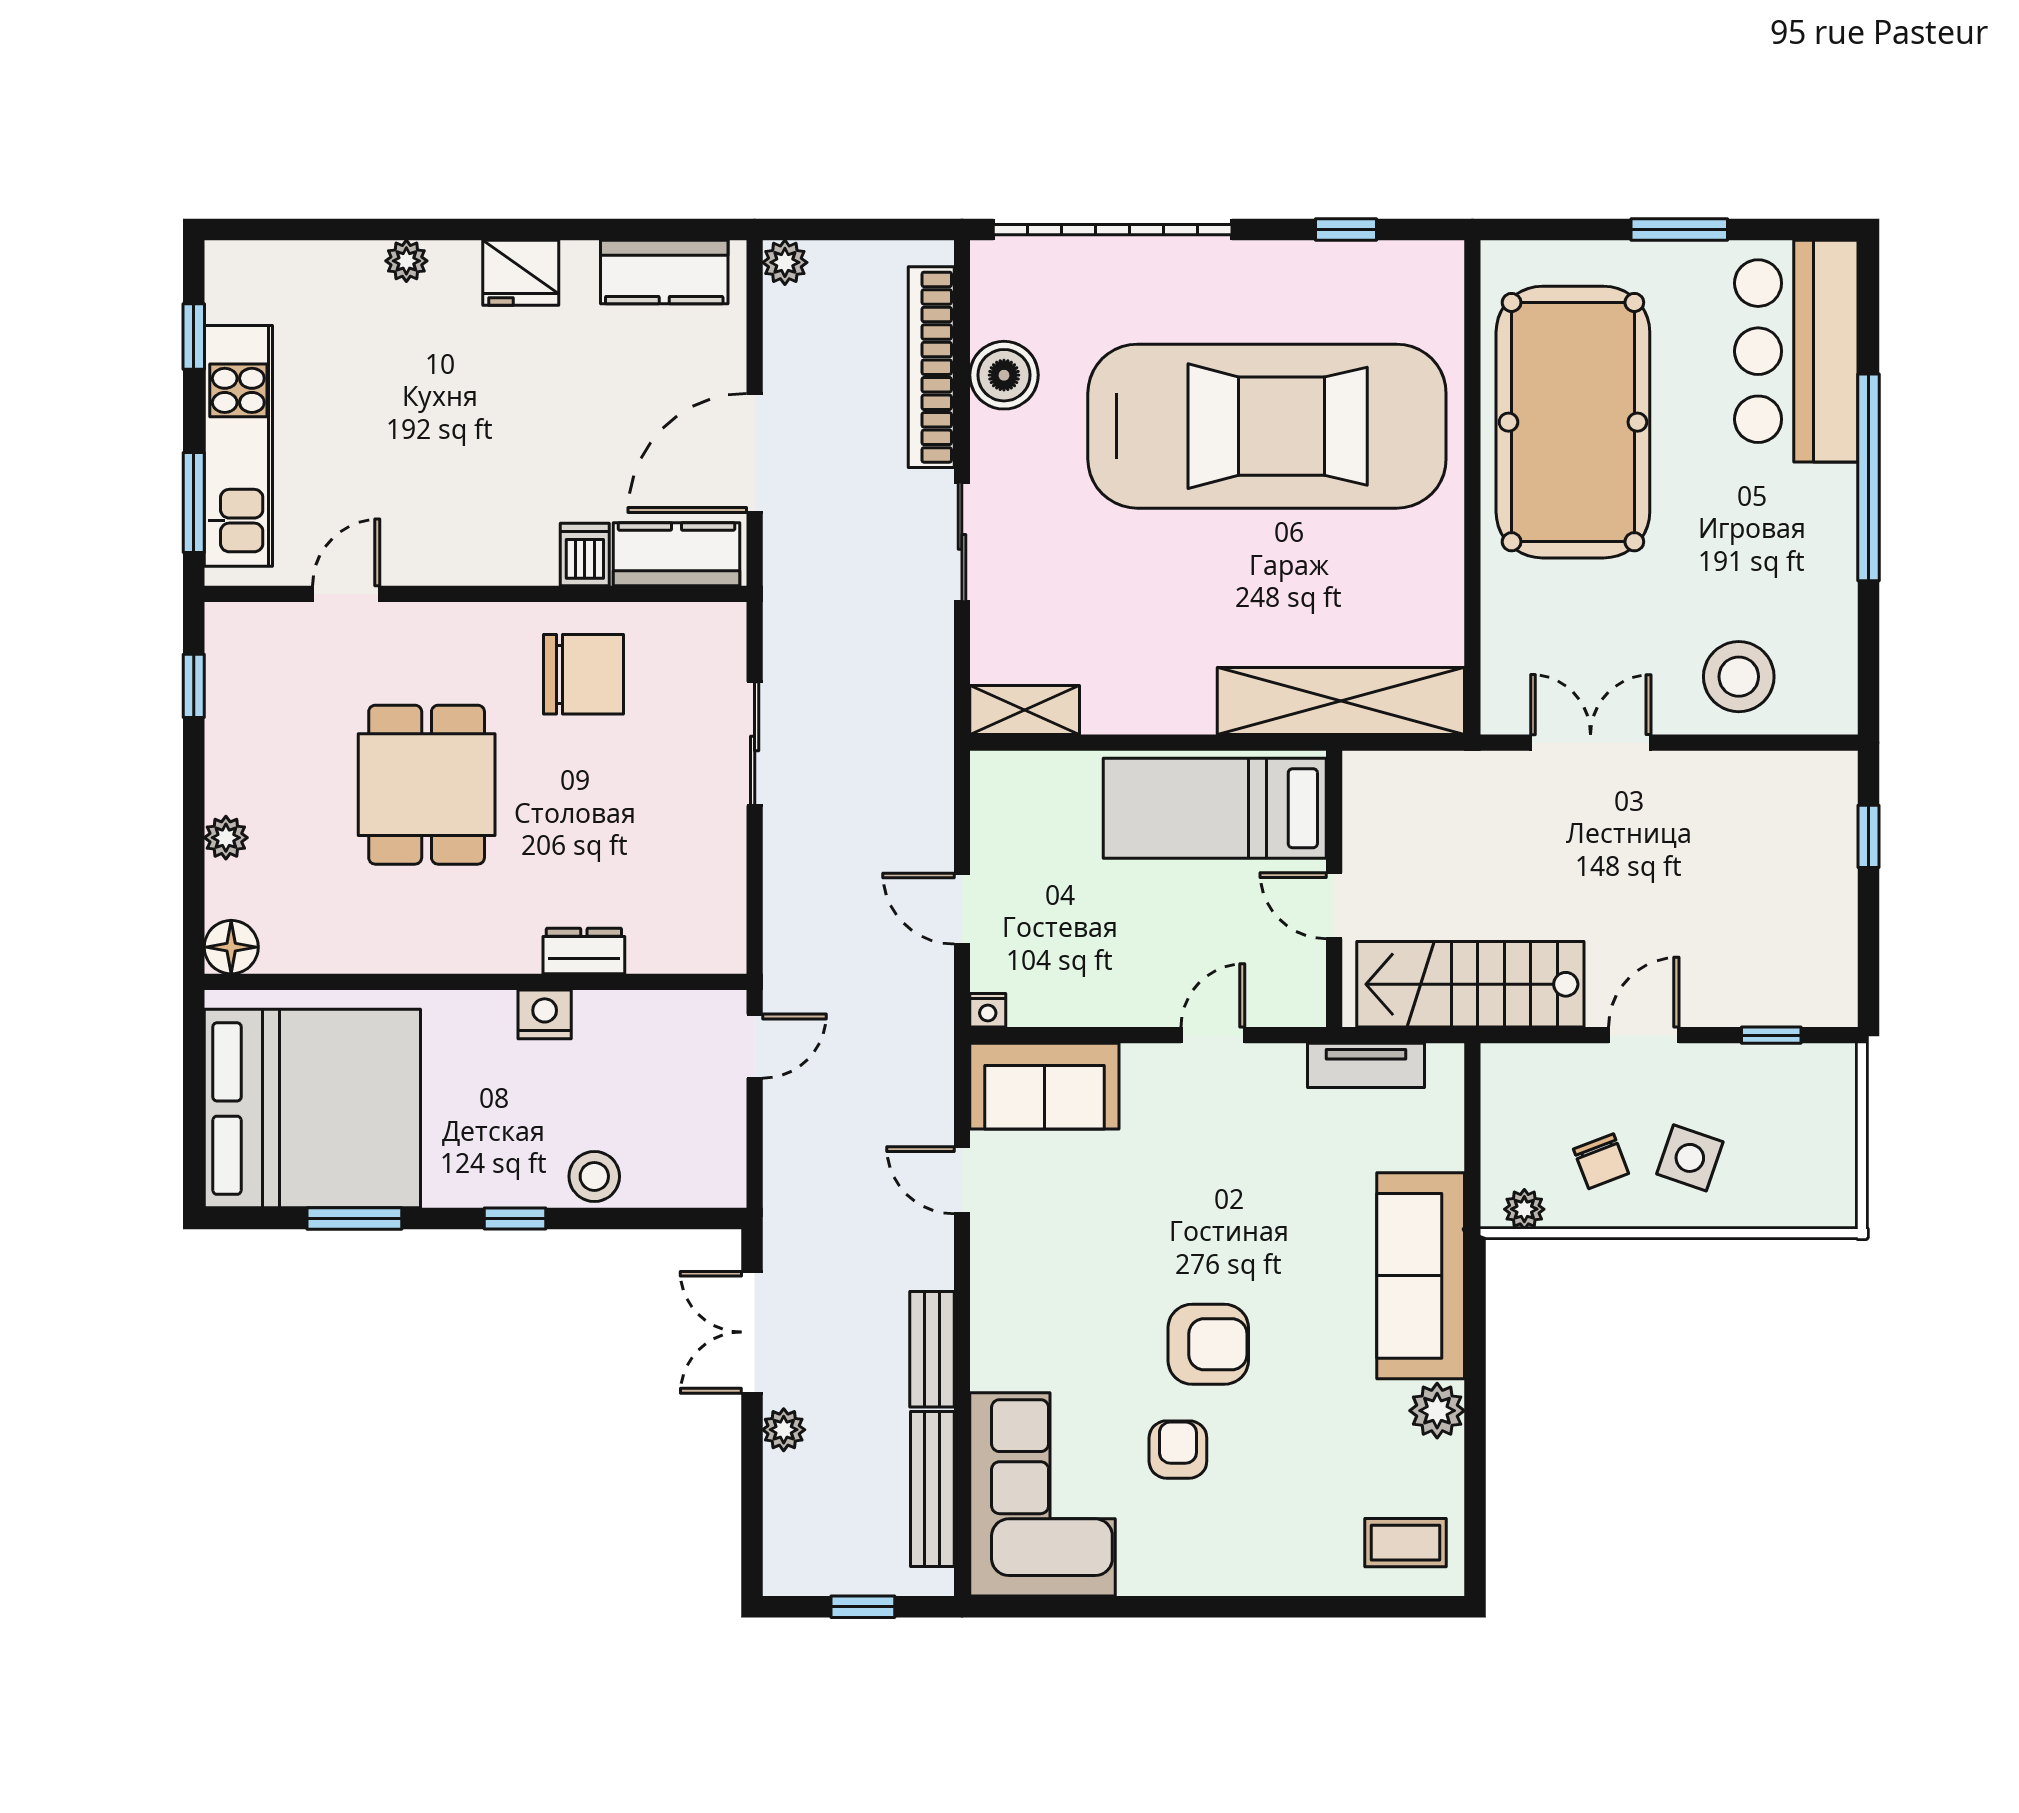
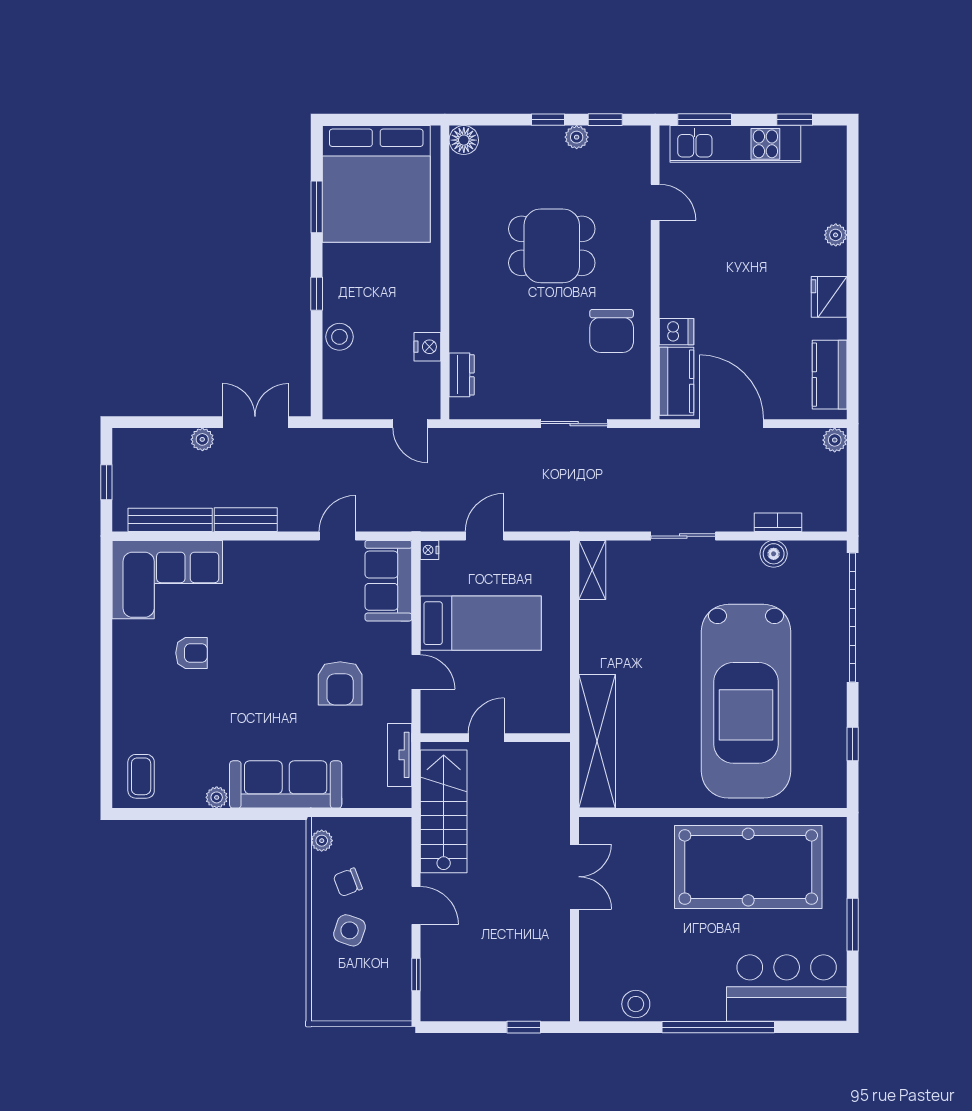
bookcase: (931, 367) -> (778, 522), width x0.43, depth x0.76
boiler: (1004, 375) -> (774, 554), width x0.73, depth x0.73
stool: (1739, 677) -> (636, 1004), moved, width x0.73, depth x0.73
window: (194, 792) -> (548, 120), added
bed: (1215, 808) -> (481, 623), moved, turned 90
plant: (226, 838) -> (577, 137), moved
dresser: (584, 951) -> (462, 375), moved
nightstand: (545, 1014) -> (427, 347), moved
armchair: (1208, 1344) -> (340, 683), moved
plant: (1437, 1411) -> (217, 797), width x0.73, depth x0.73

